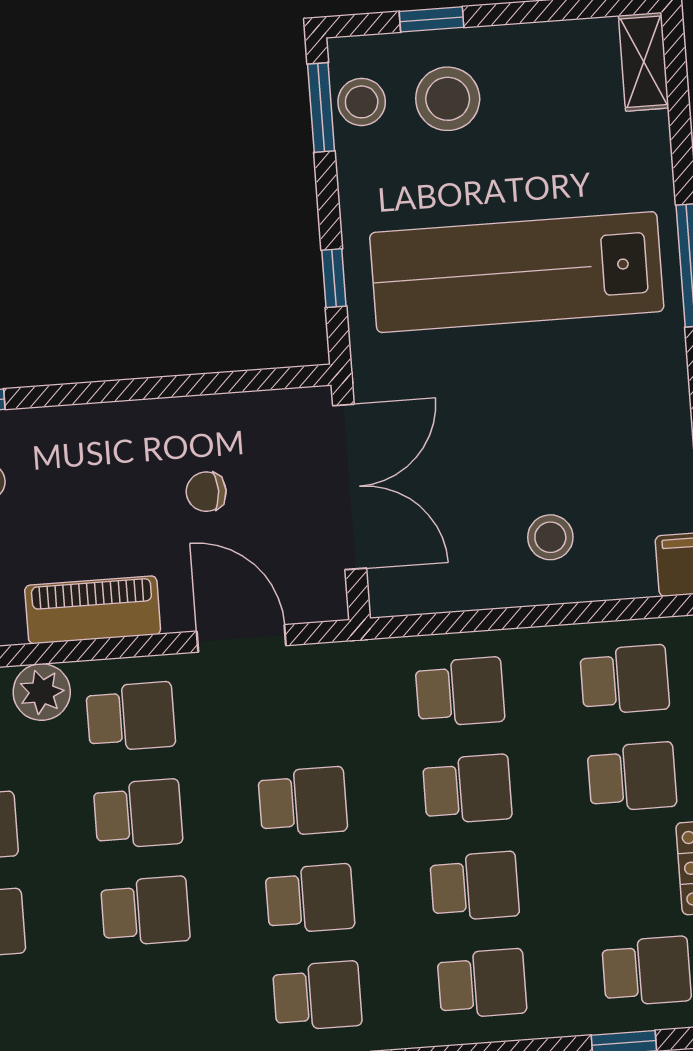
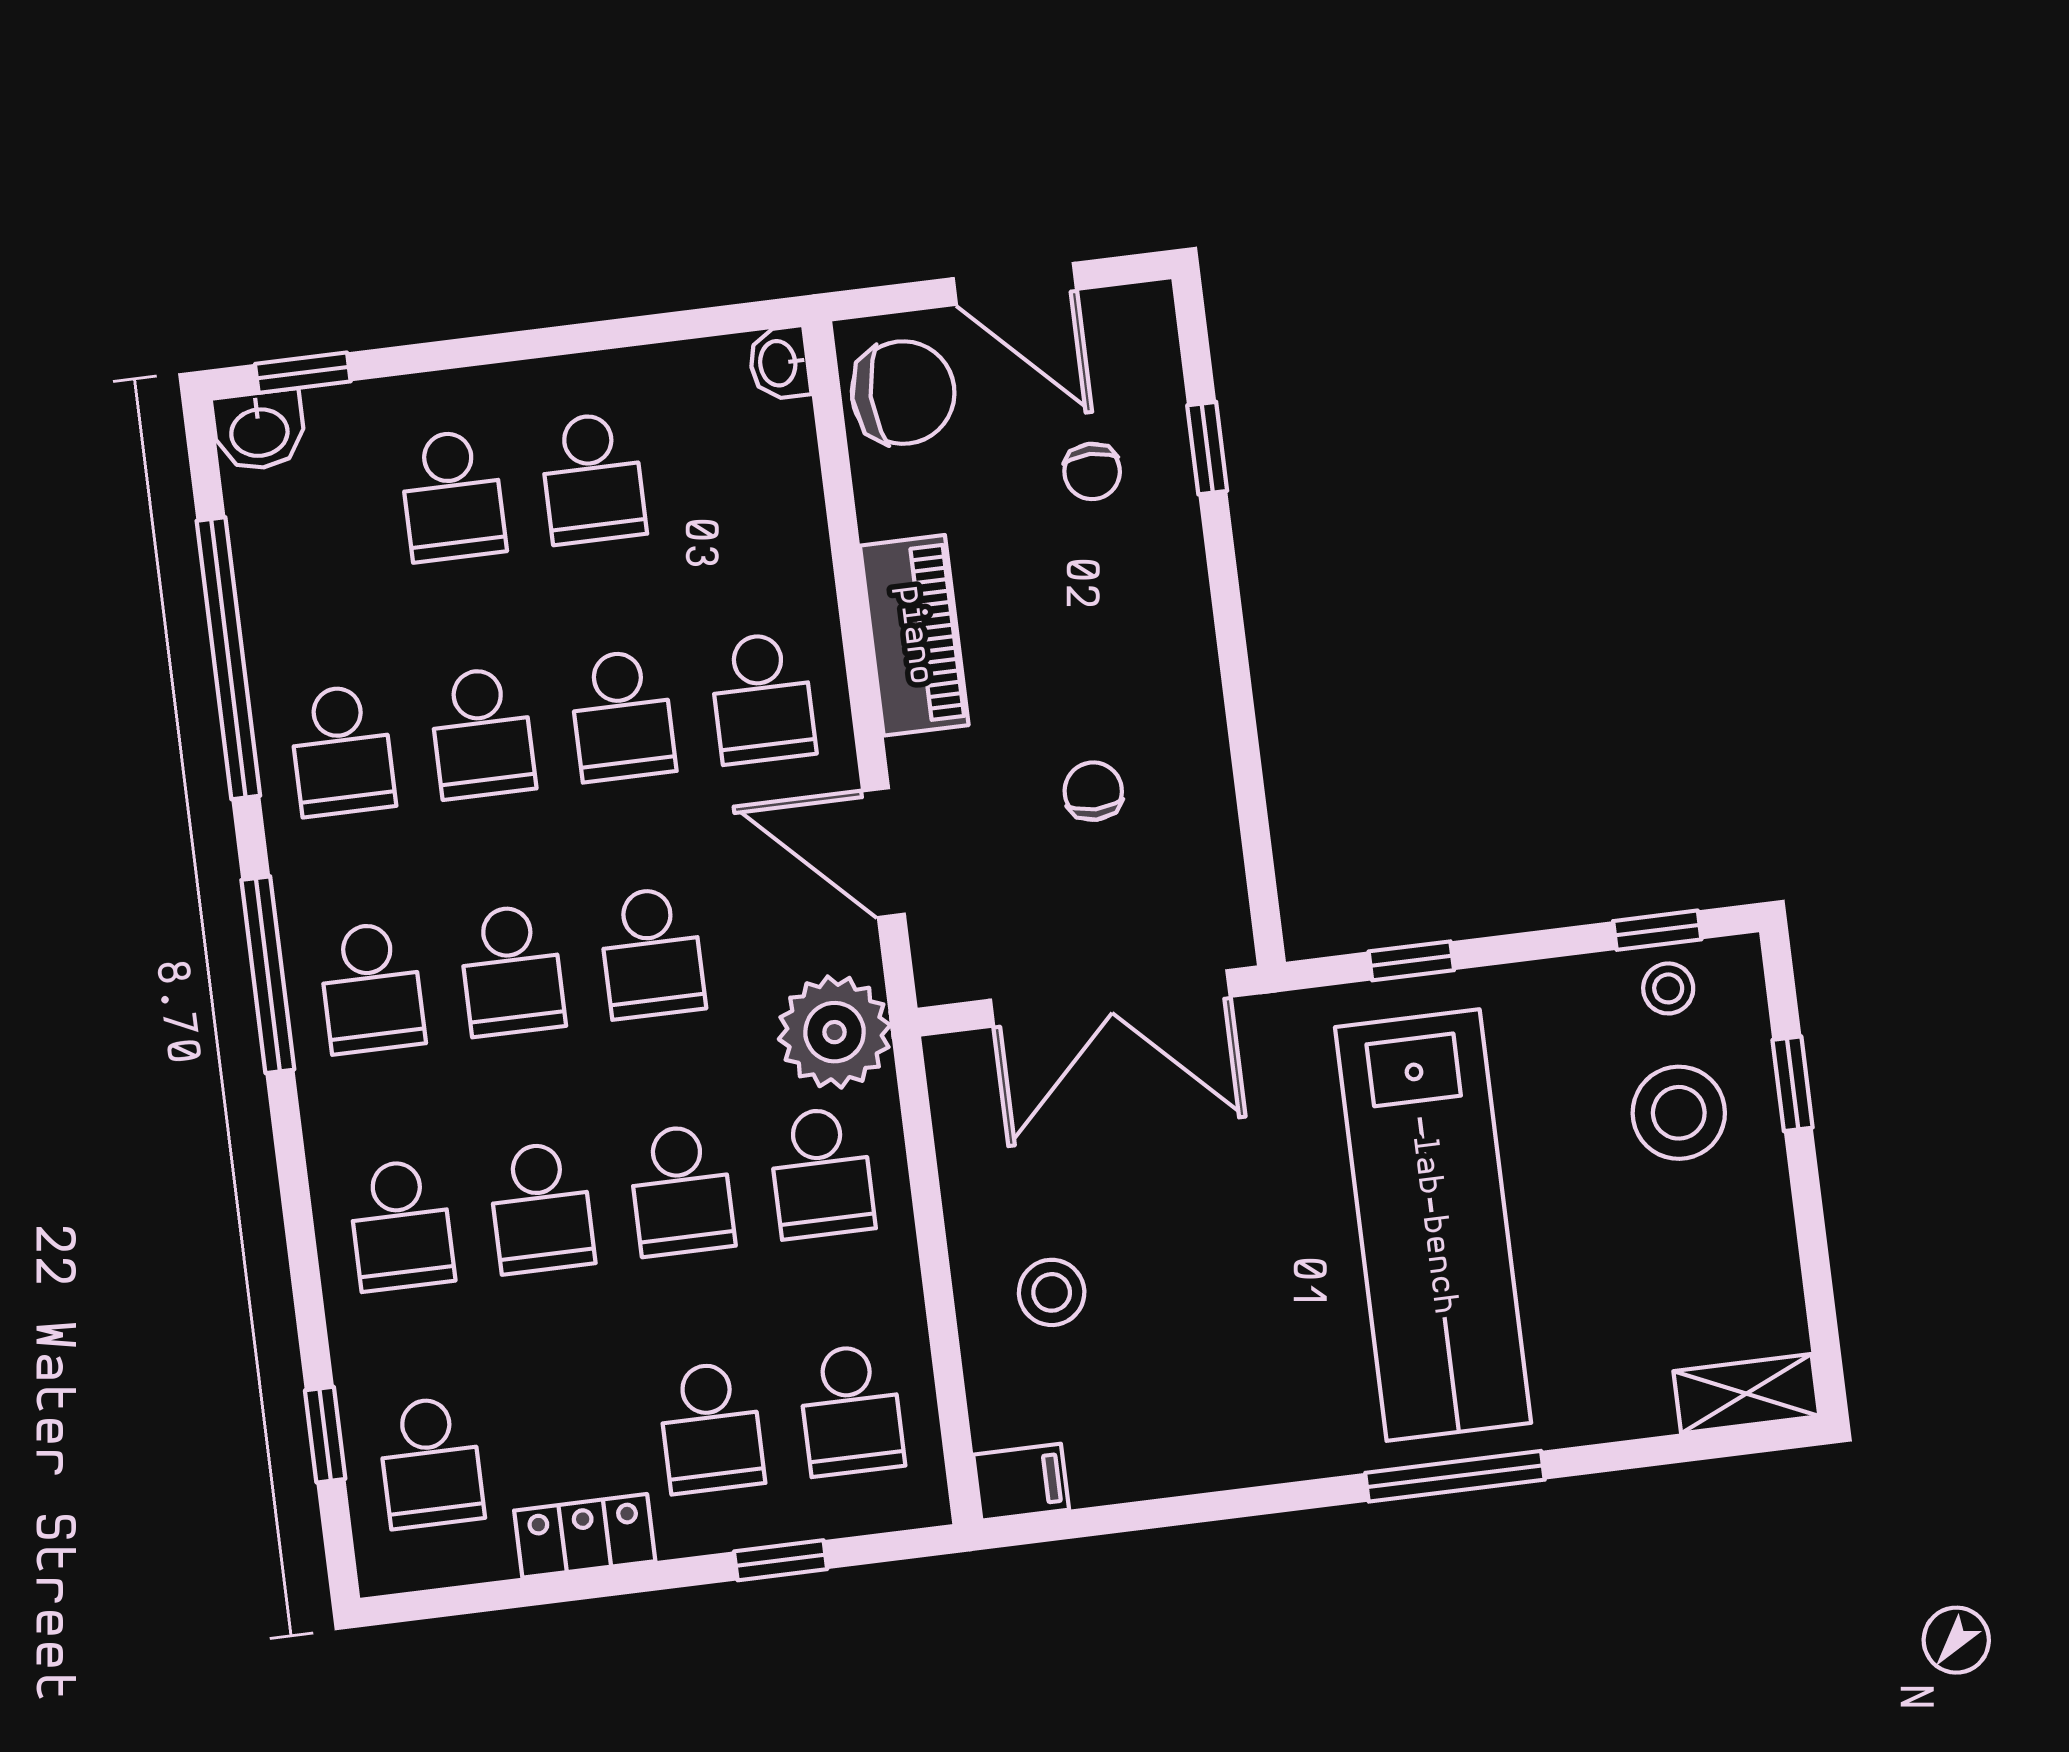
stool: (362, 102) -> (1668, 988), width x0.73, depth x0.73
window: (321, 108) -> (1657, 930), width x0.67
lab bench: (517, 272) -> (1433, 1225), turned 180
door: (241, 638) -> (883, 853), swing flipped
plant: (42, 692) -> (835, 1032), moved, width x1.36, depth x1.36
school desk: (153, 1008) -> (342, 750), added

